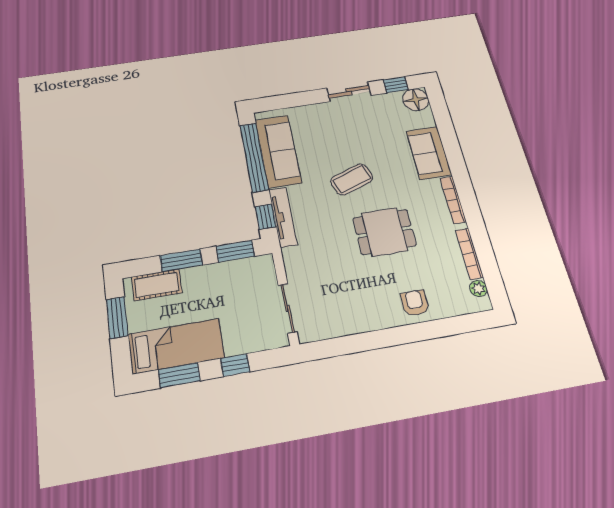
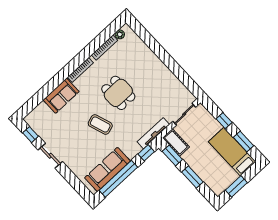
floor lamp: (416, 100) -> (33, 119), removed
tv unit: (283, 217) -> (153, 133), moved
cot: (157, 285) -> (176, 142), moved
armchair: (415, 303) -> (145, 59), removed

